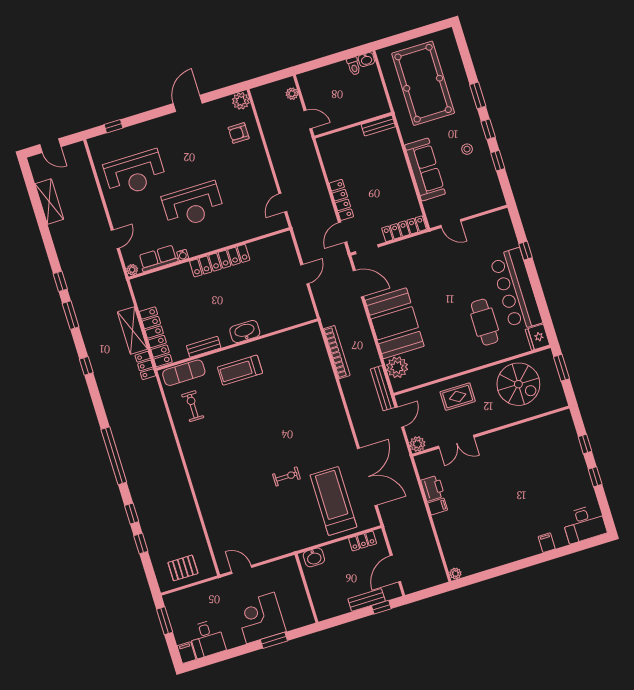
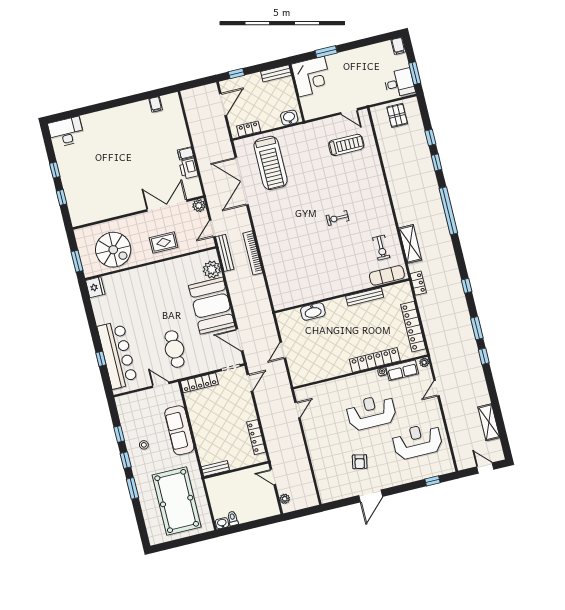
plant: (241, 101) -> (327, 495), removed
armchair: (239, 133) -> (360, 462), moved, turned 102
locker: (341, 200) -> (256, 437), moved
locker: (220, 261) -> (375, 360), moved
bar counter: (516, 290) -> (117, 355), moved
cafe table: (485, 322) -> (174, 349), moved
shelving: (132, 330) -> (410, 244), moved
washbasin: (245, 332) -> (313, 312), moved
locker: (156, 337) -> (413, 327), moved
bench: (204, 347) -> (365, 297), width x1.36
bookcase: (337, 352) -> (253, 253), moved
treadmill: (240, 370) -> (346, 145), moved
spiral stairs: (518, 384) -> (113, 250), turned 180
double door: (456, 442) -> (167, 206), width x1.37
exercise bike: (286, 477) -> (338, 218), moved
filing cabinet: (547, 543) -> (156, 104), moved
pallet: (183, 568) -> (397, 115), turned 90
plant: (455, 574) -> (174, 98), removed
bench: (367, 600) -> (276, 73), moved
corner desk: (260, 618) -> (312, 77), moved
desk: (207, 639) -> (399, 83), moved, turned 90

